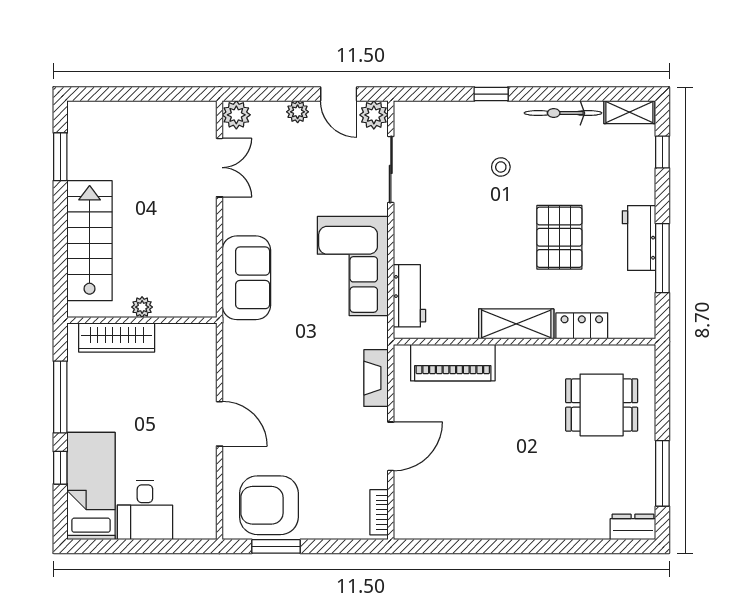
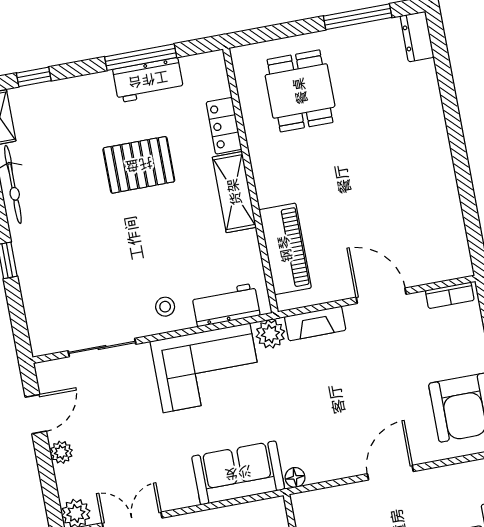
plant: (374, 115) -> (270, 334), moved
stool: (501, 167) -> (165, 307), moved
workbench: (639, 238) -> (148, 80), moved
floor lamp: (232, 331) -> (295, 477), added

